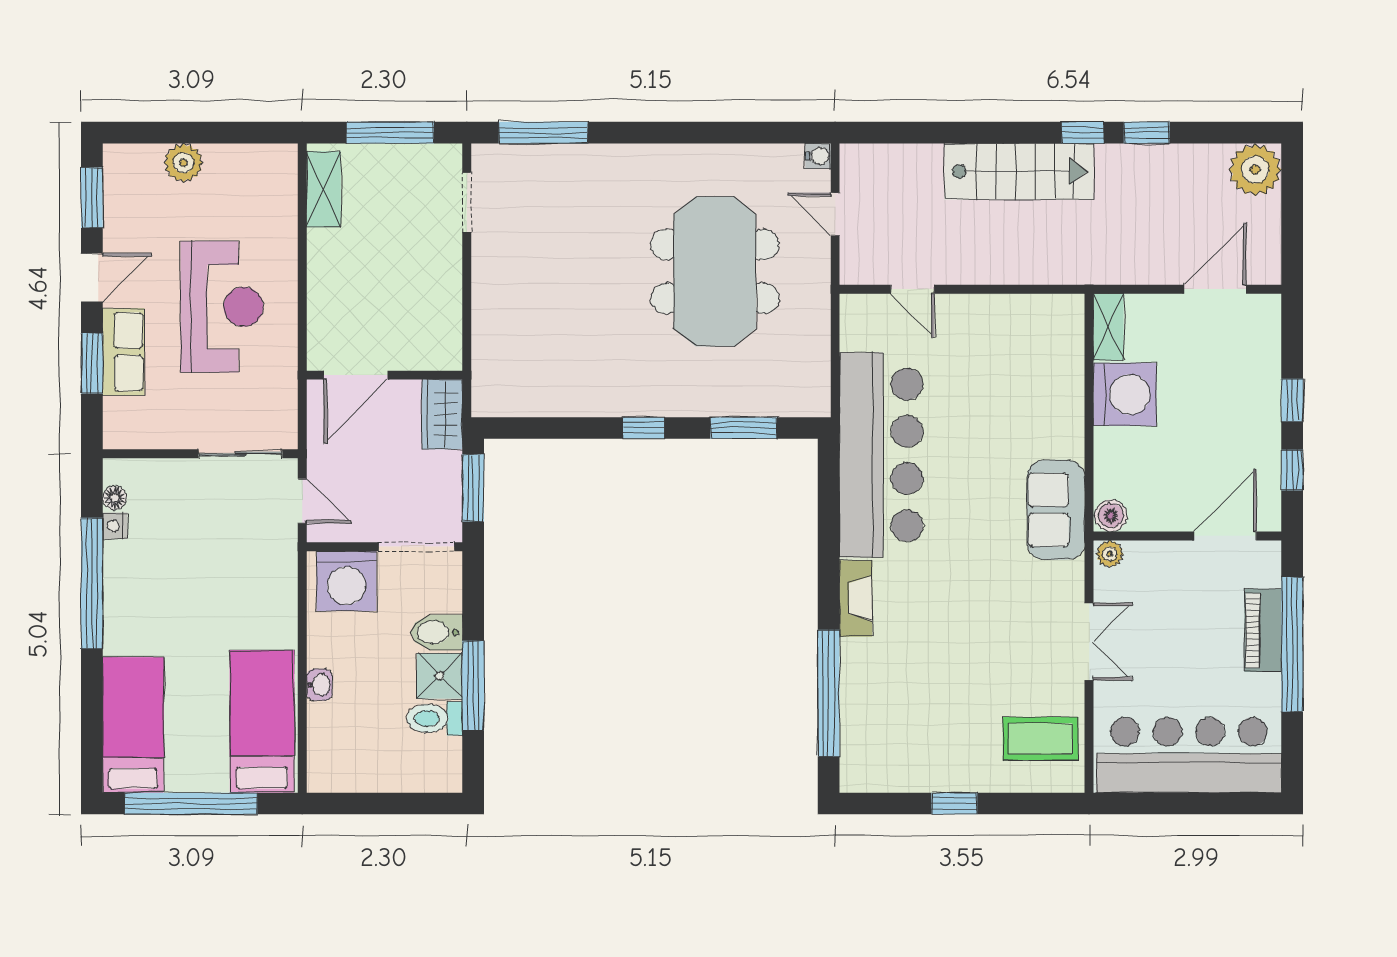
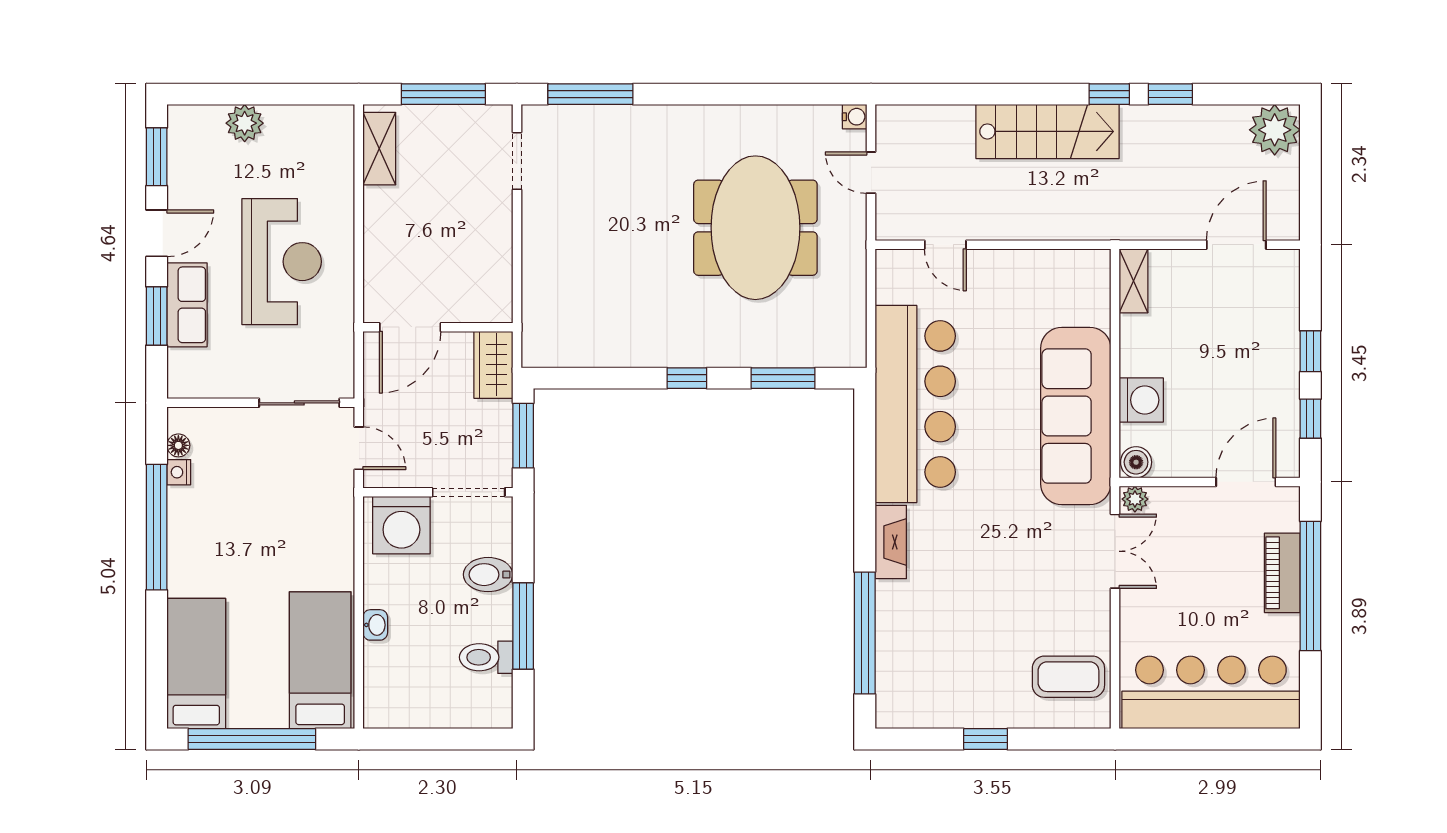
washing machine: (1125, 394) -> (1141, 400), moved, width x0.73, depth x0.73
sofa: (1056, 510) -> (1076, 416), width x1.85, depth x1.27
double door: (1089, 642) -> (1115, 551), moved
shower: (440, 676) -> (491, 616), removed

